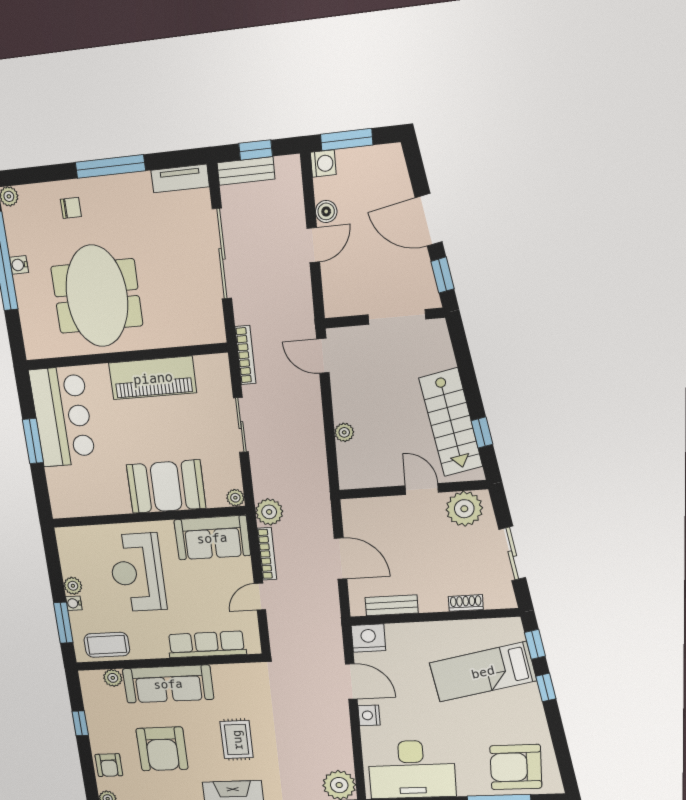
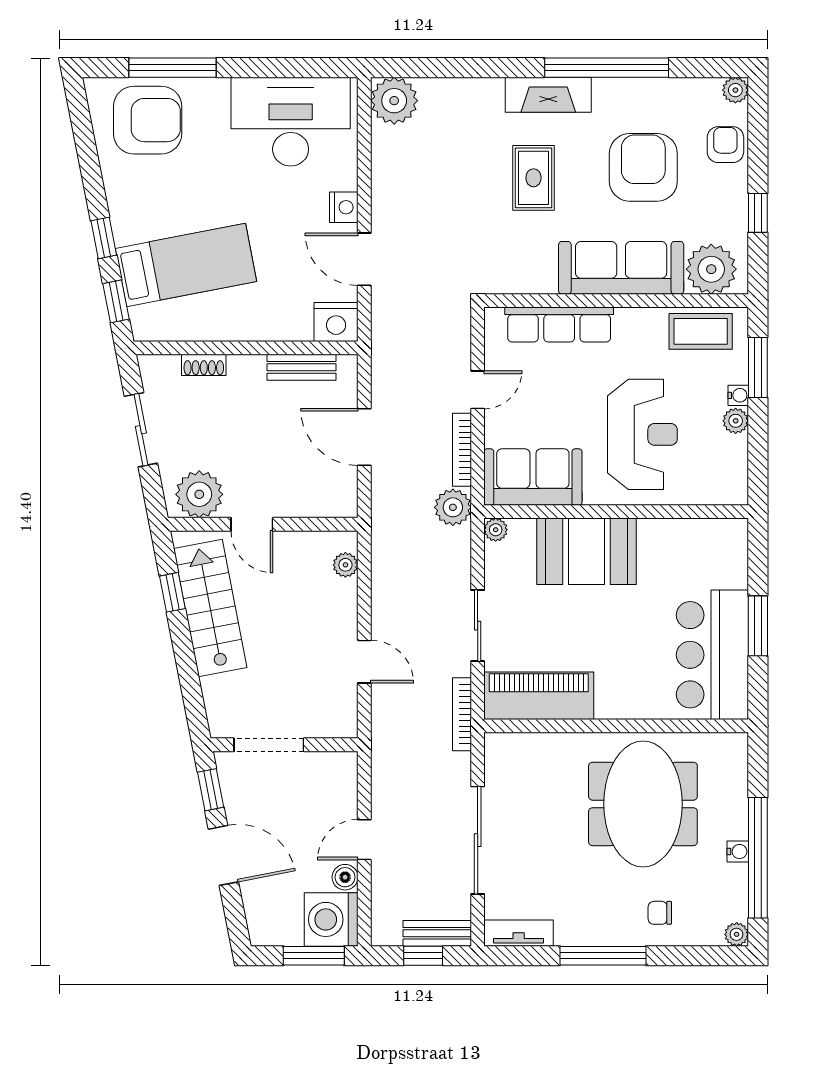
washing machine: (323, 163) -> (331, 919), width x1.89, depth x1.89
door: (323, 356) -> (364, 662), moved
piano: (153, 378) -> (539, 696), moved
plant: (344, 432) -> (345, 565), moved
plant: (113, 678) -> (711, 269), width x1.87, depth x1.87

